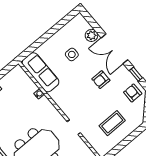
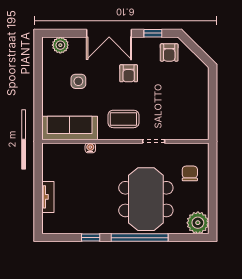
plant: (91, 35) -> (60, 45), moved
armchair: (133, 93) -> (169, 53), turned -90
coffee table: (112, 123) -> (123, 119), moved, turned 90

